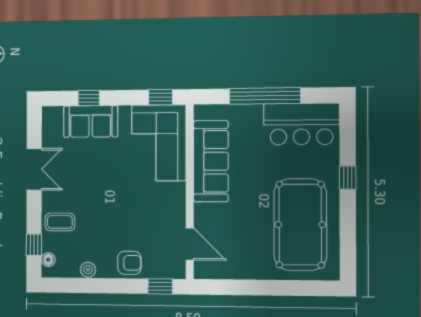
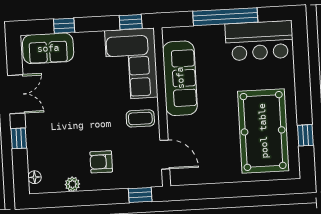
sofa: (91, 121) -> (48, 48), moved
window: (348, 178) -> (305, 135), moved
coffee table: (60, 222) -> (140, 118), moved
window: (34, 245) -> (19, 138), moved
armchair: (129, 263) -> (101, 162), moved, turned 180

